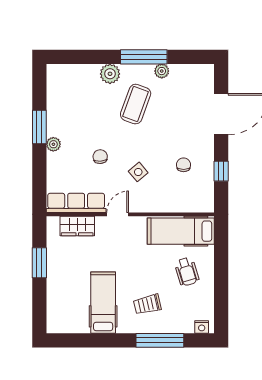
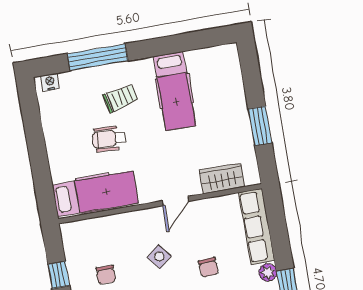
row of seats: (76, 203) -> (257, 226), moved, turned 90
wheelchair: (187, 272) -> (109, 139), moved, turned -70

